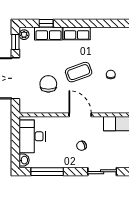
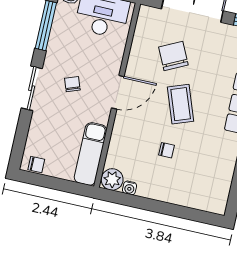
chair: (48, 84) -> (173, 56), turned -116
sliding door: (102, 172) -> (32, 88), moved

